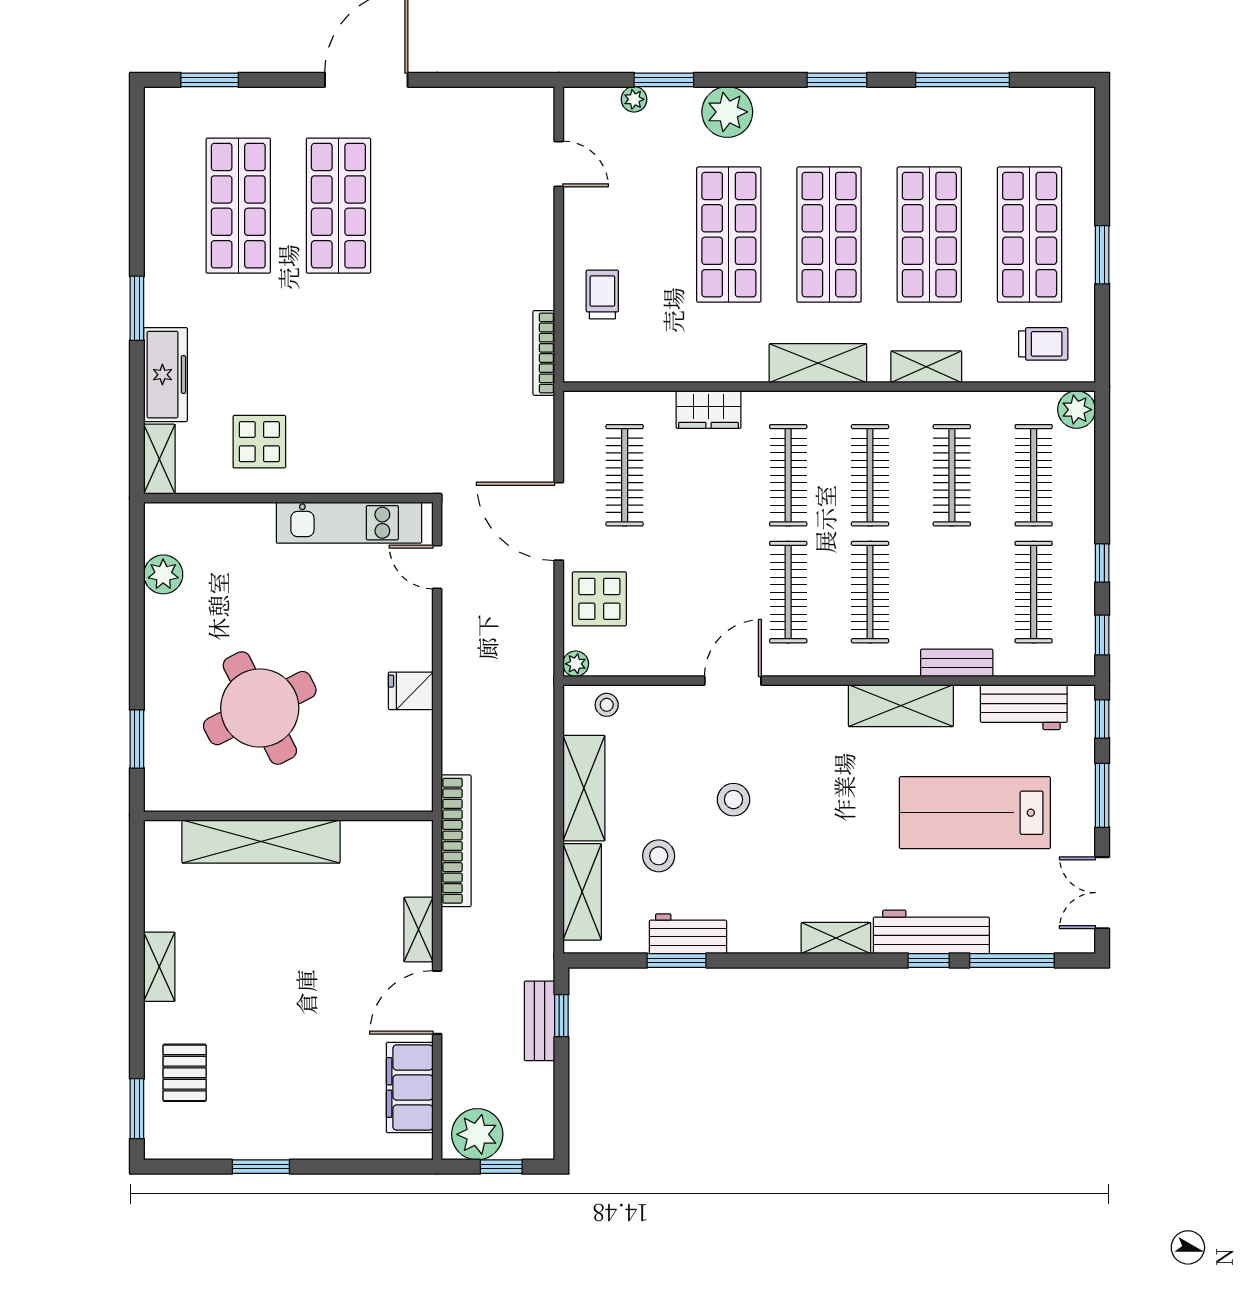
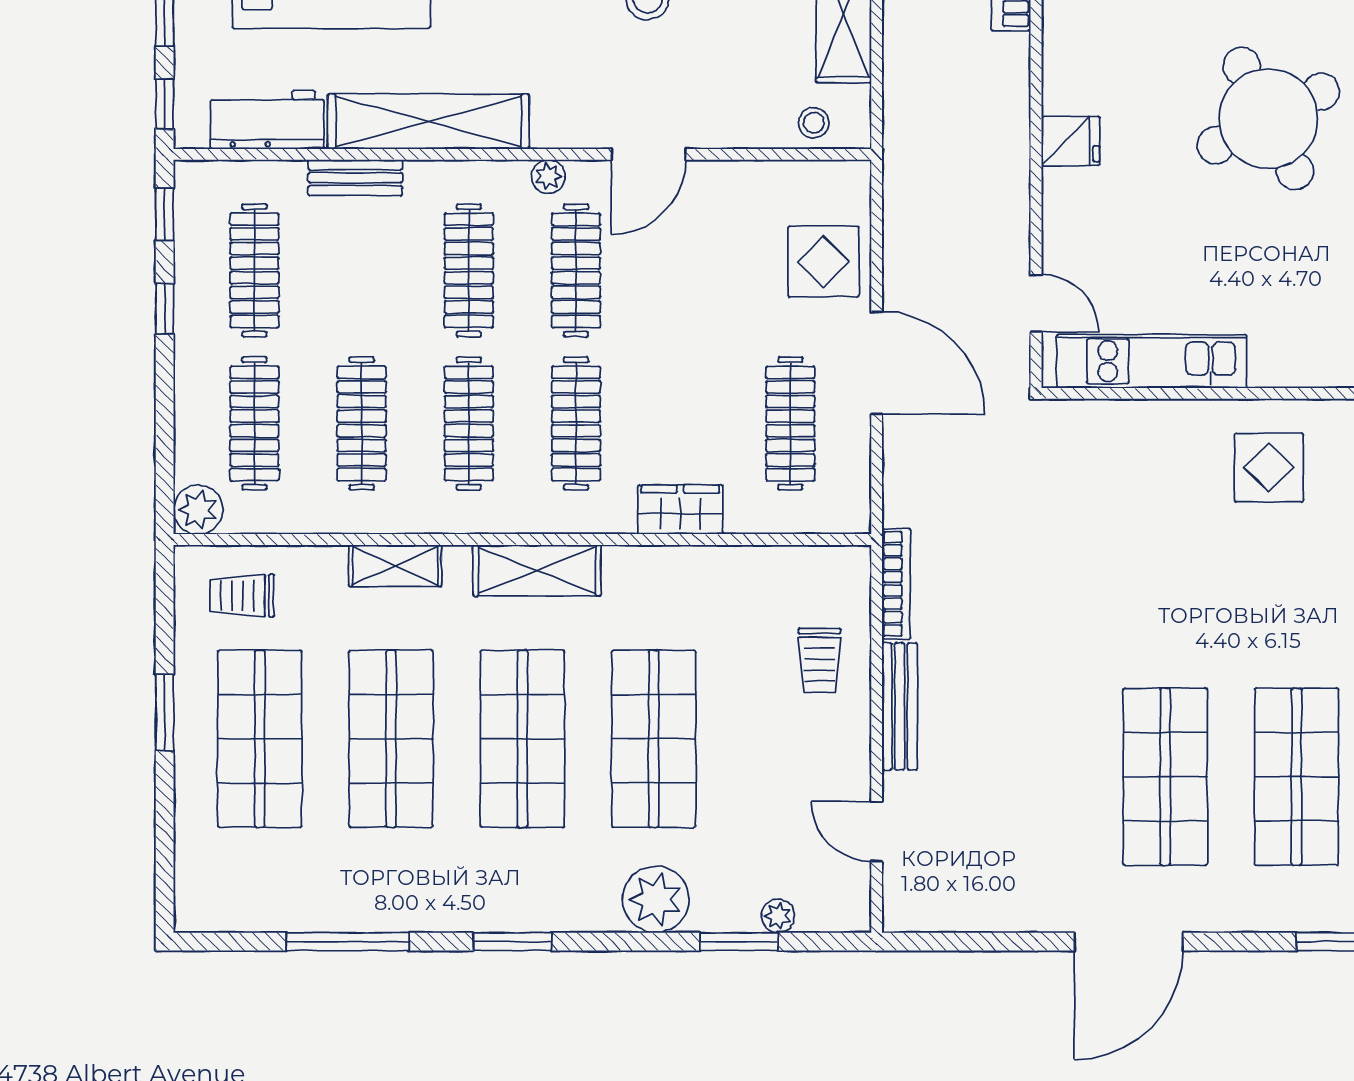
bench: (541, 259) -> (900, 706), added
plant: (576, 664) -> (548, 176), moved
shelving: (901, 706) -> (428, 122), width x1.47

